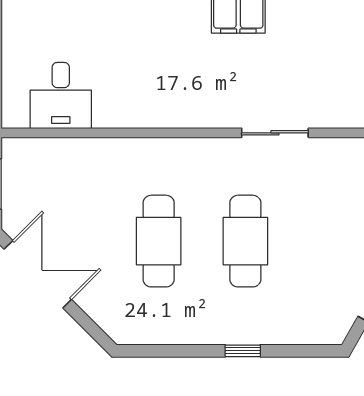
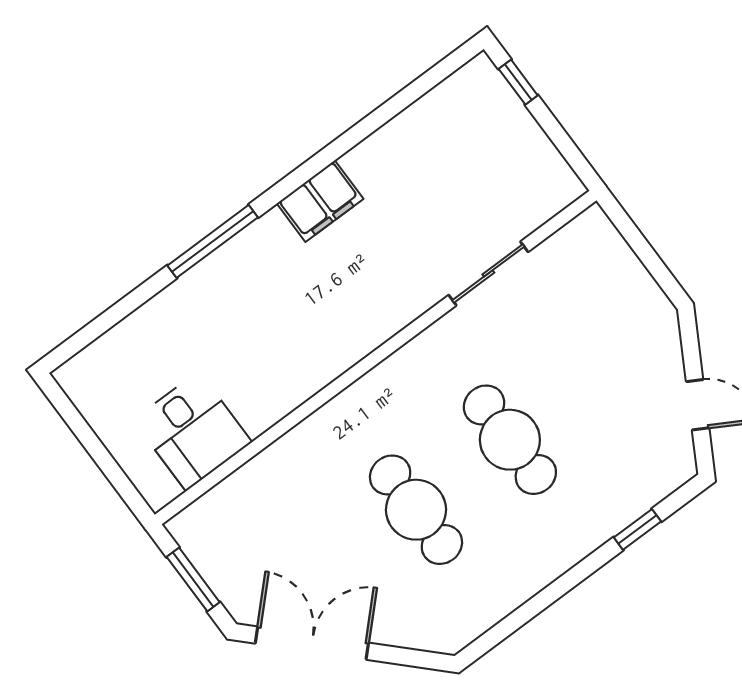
sliding door: (275, 133) -> (488, 273), moved
window: (243, 351) -> (637, 529), moved

